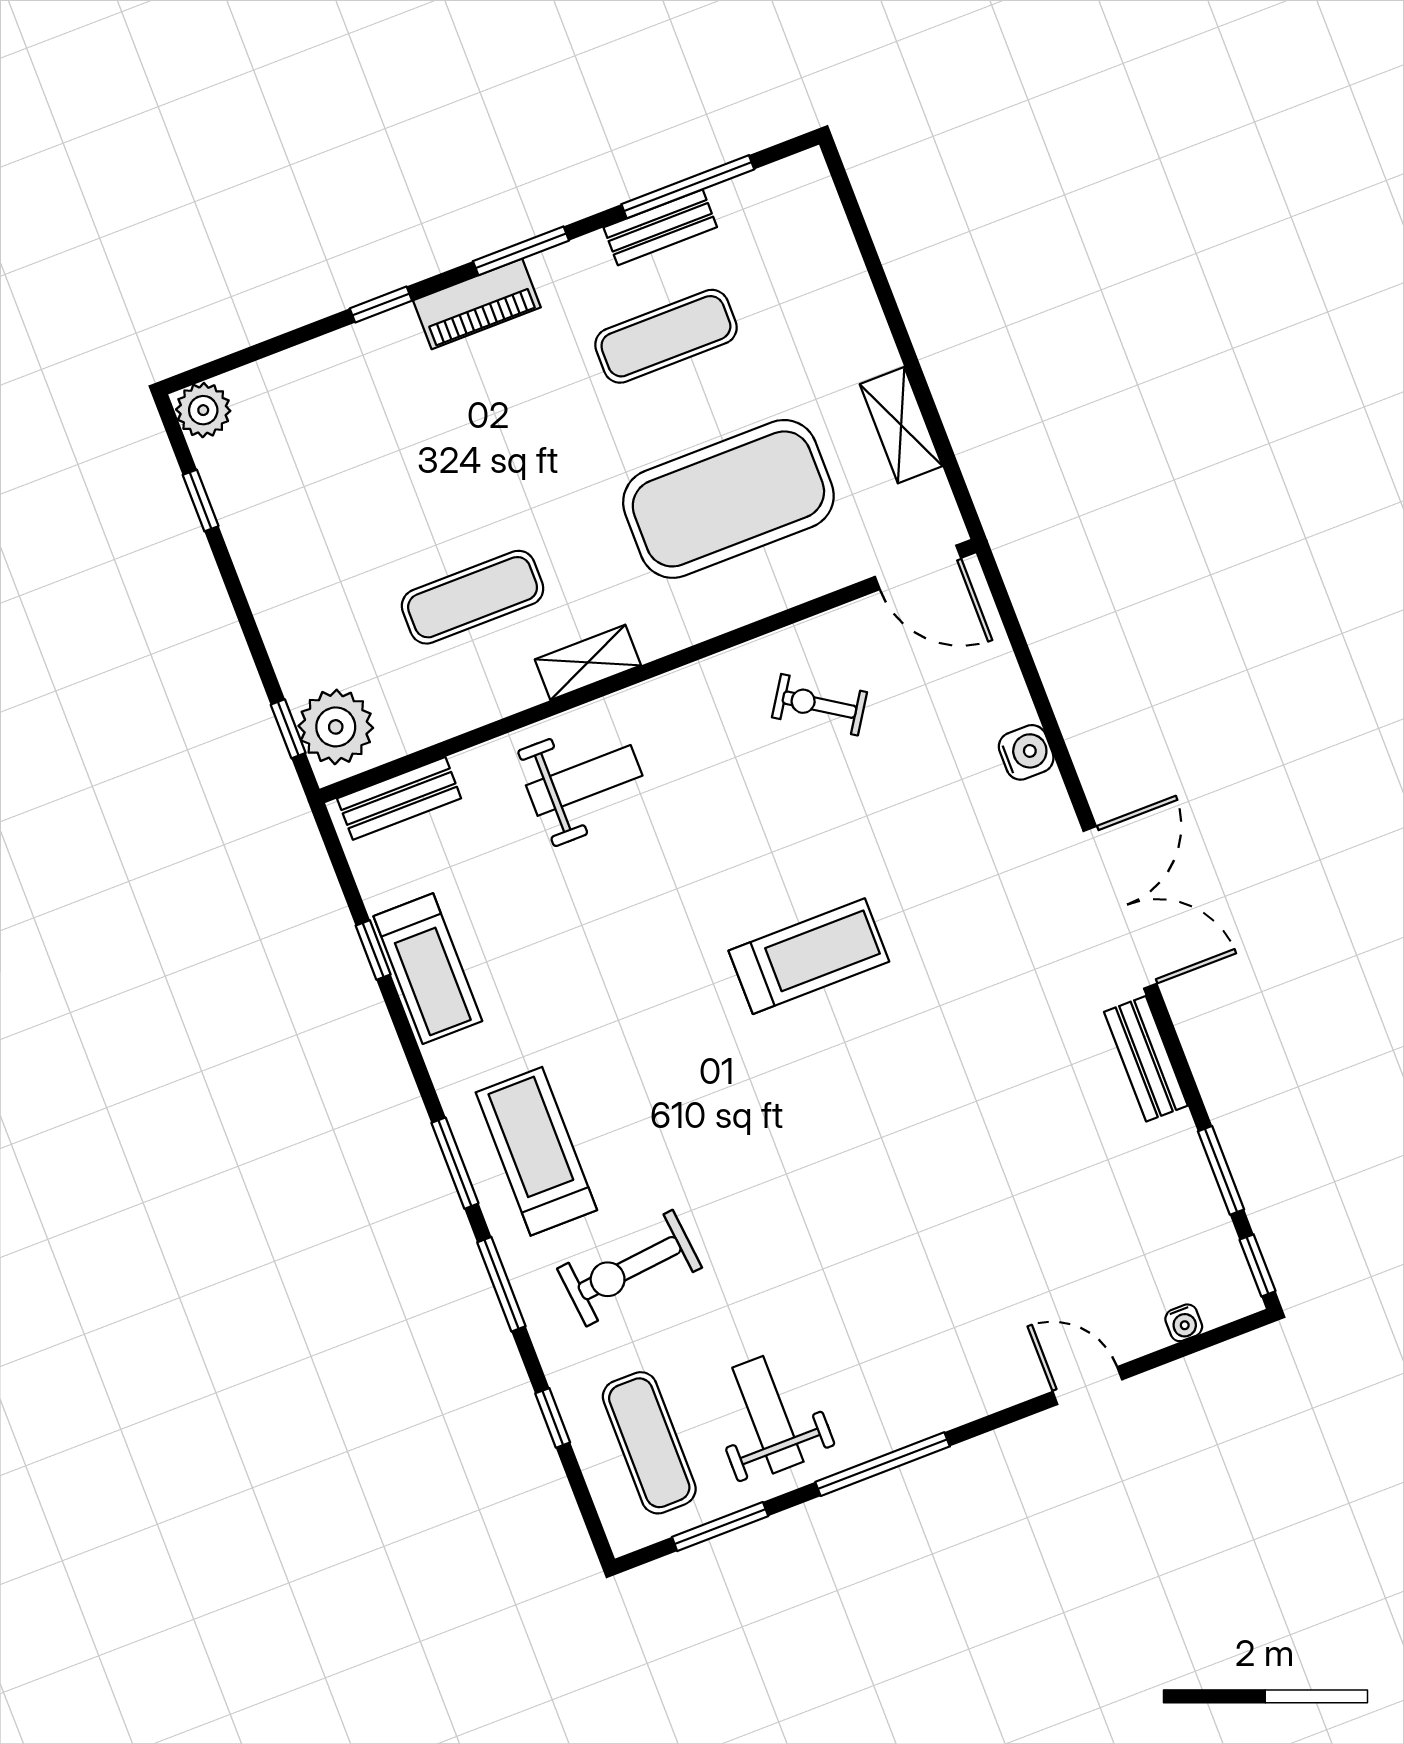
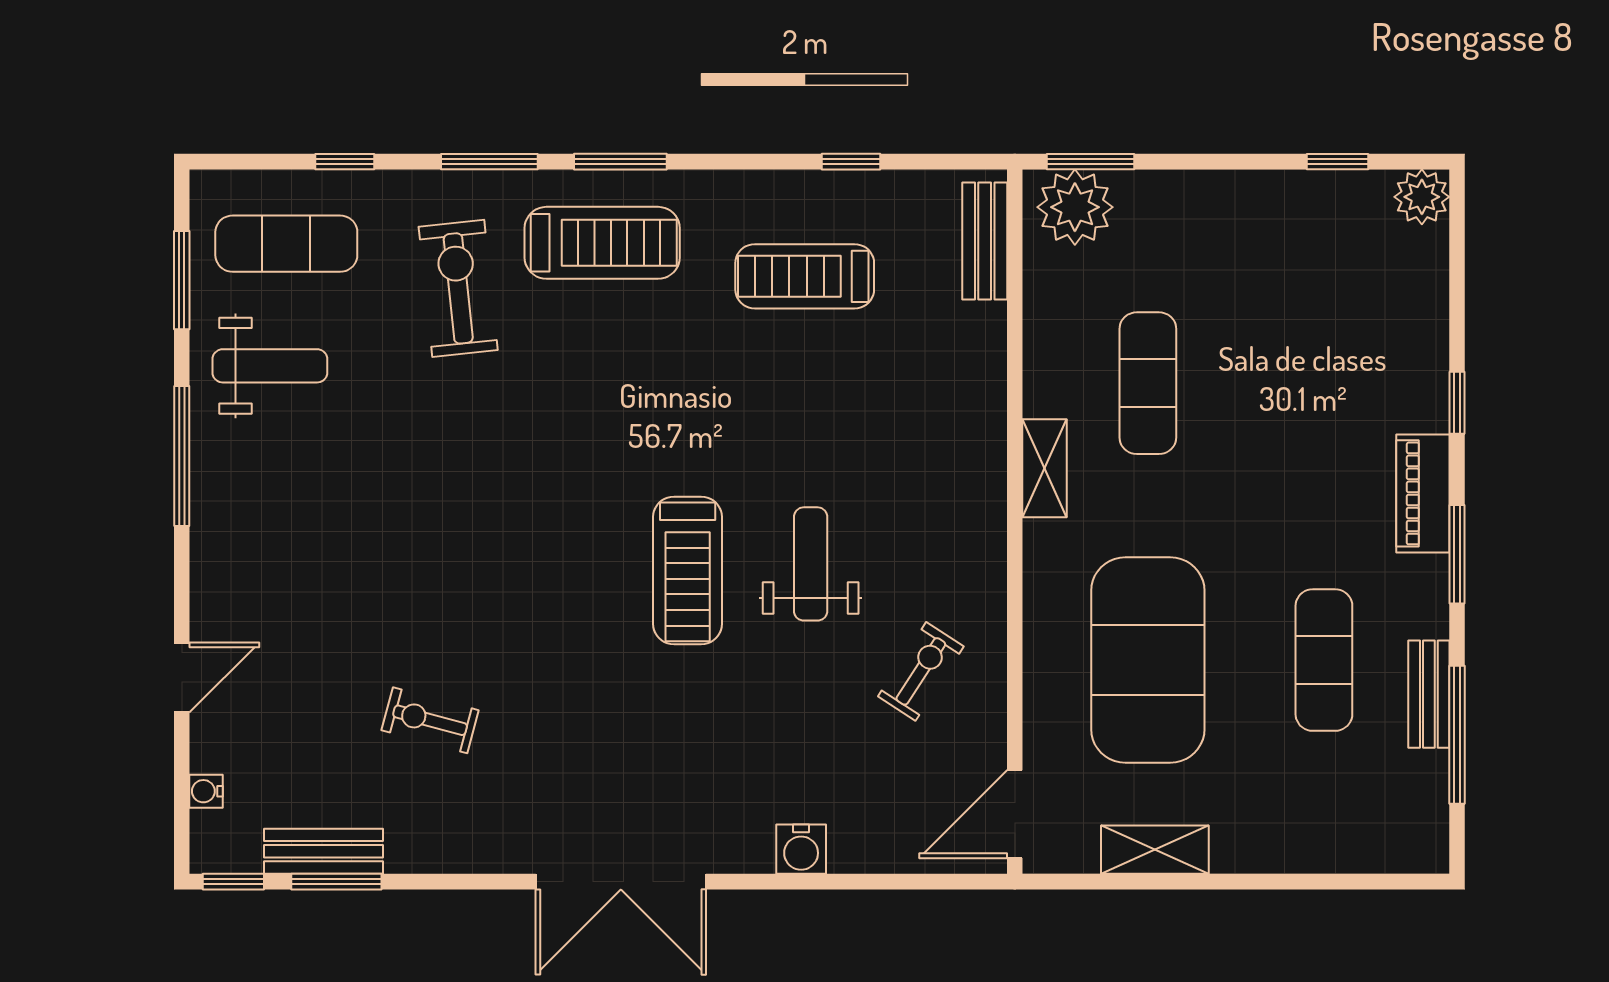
window: (288, 729) -> (1090, 162), width x1.50
weight bench: (584, 780) -> (811, 564), moved, turned 180
treadmill: (428, 969) -> (805, 276), moved
bench: (1146, 1059) -> (324, 851), moved
exercise bike: (1039, 1141) -> (430, 720), added

